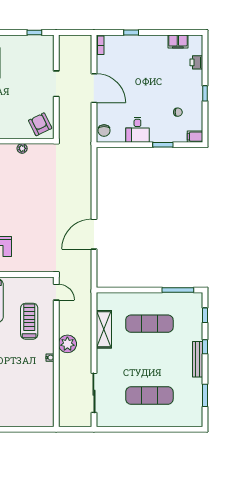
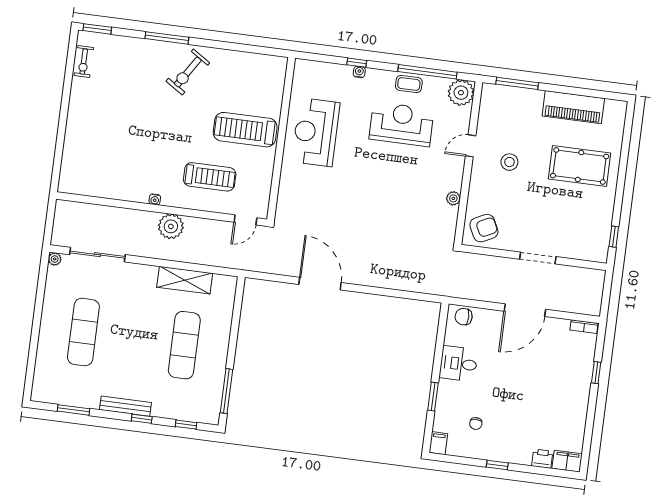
filing cabinet: (178, 41) -> (567, 461), moved, turned 90
plant: (101, 422) -> (55, 259), added

